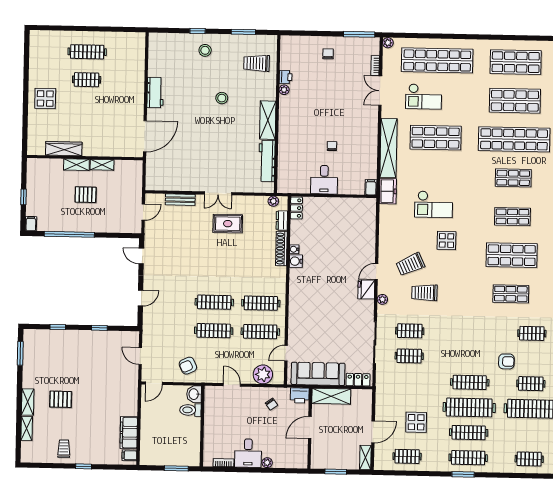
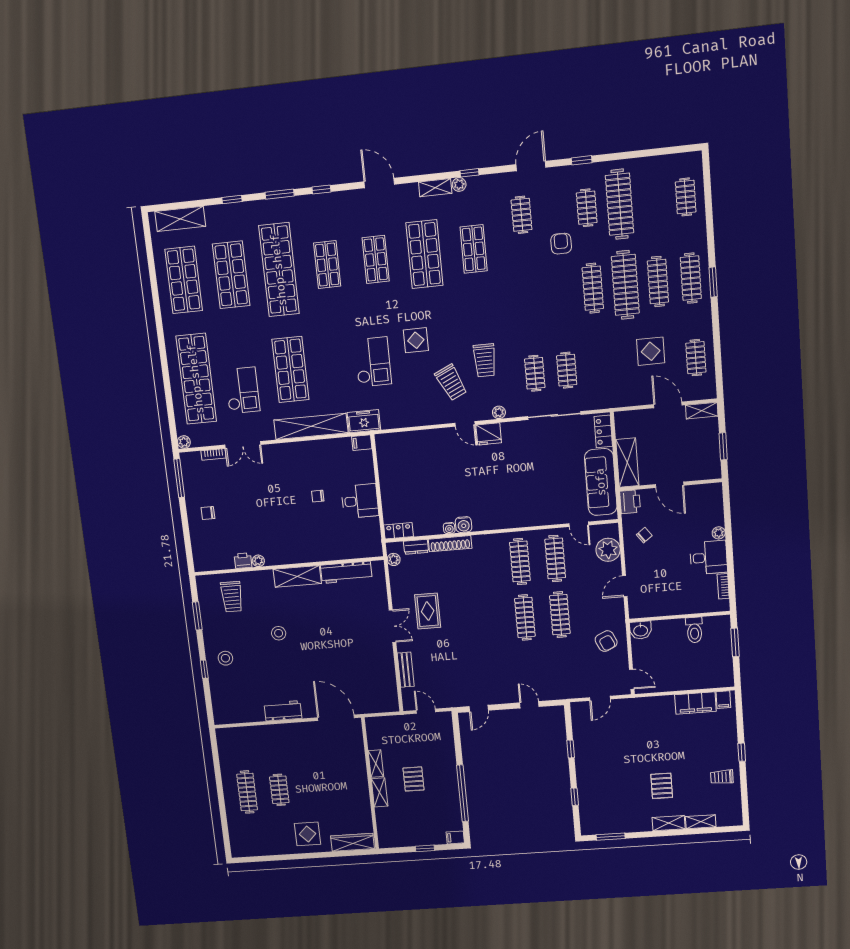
wardrobe: (64, 149) -> (352, 842), moved, turned 90
toilet: (190, 410) -> (694, 630), moved

